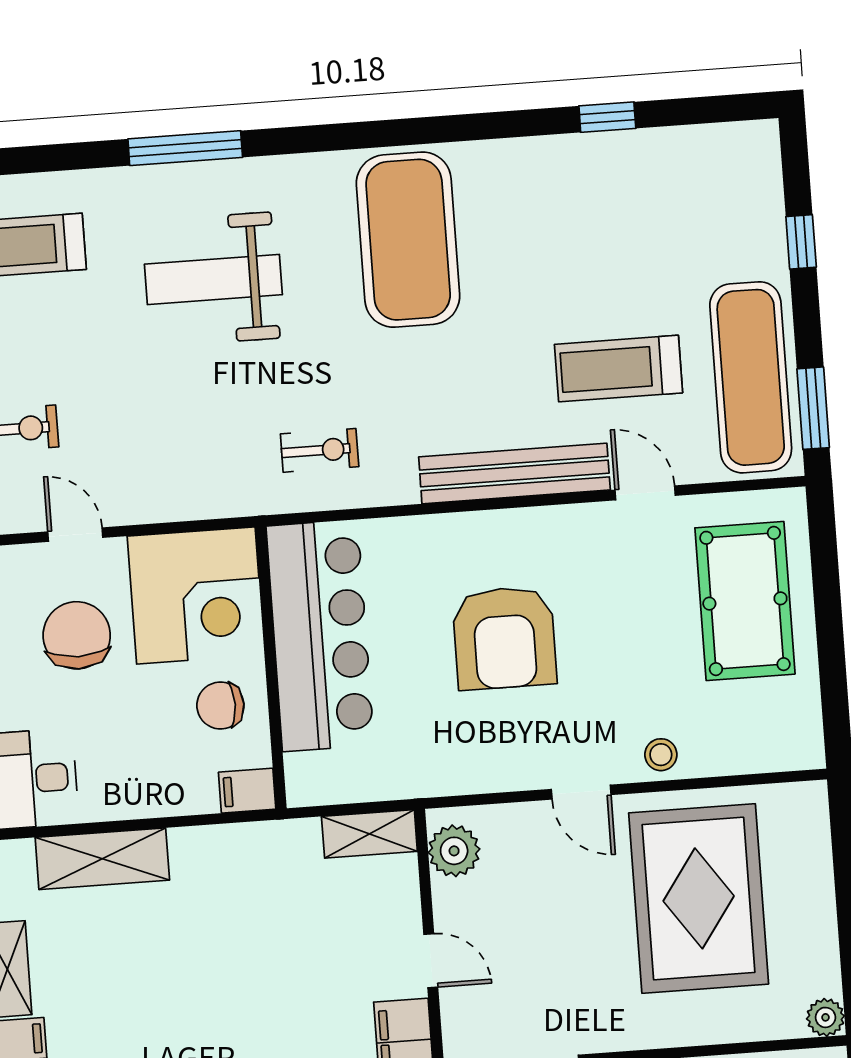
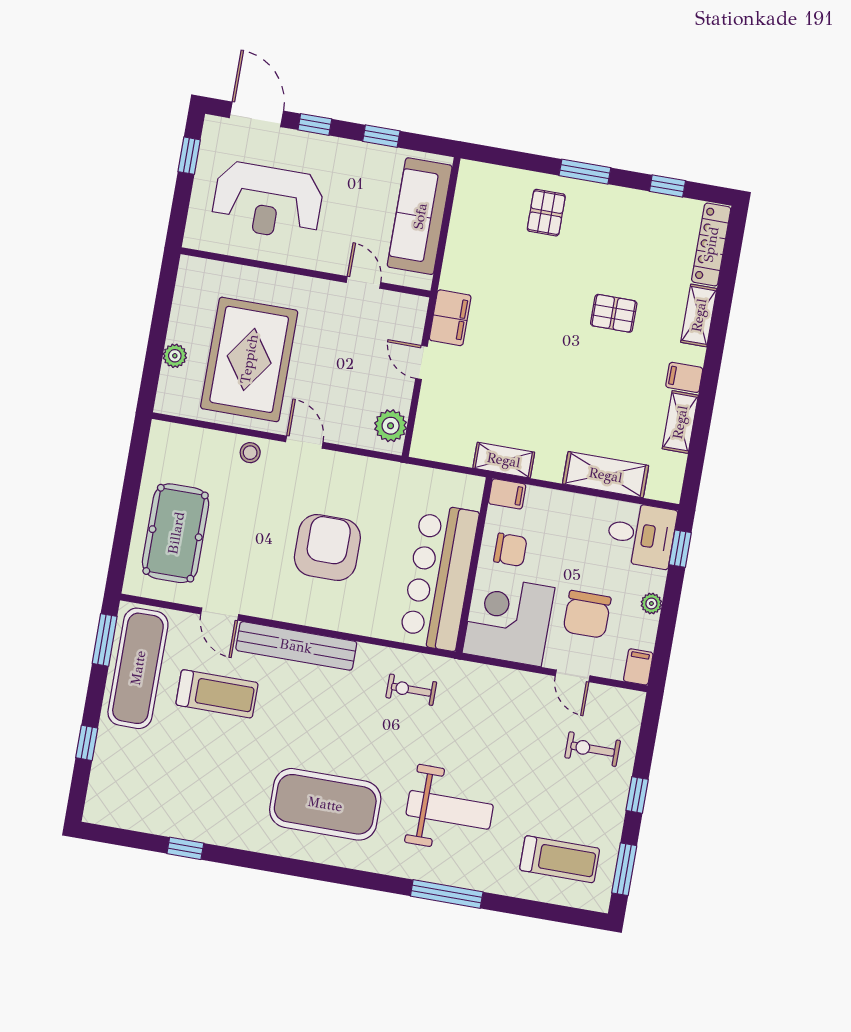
exercise mat: (408, 240) -> (325, 804), turned 90
shelving: (369, 834) -> (504, 460), moved
plant: (825, 1017) -> (175, 356), moved

